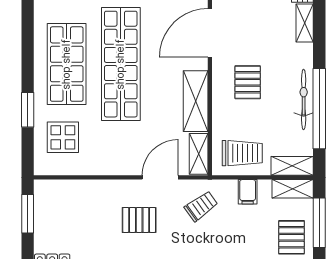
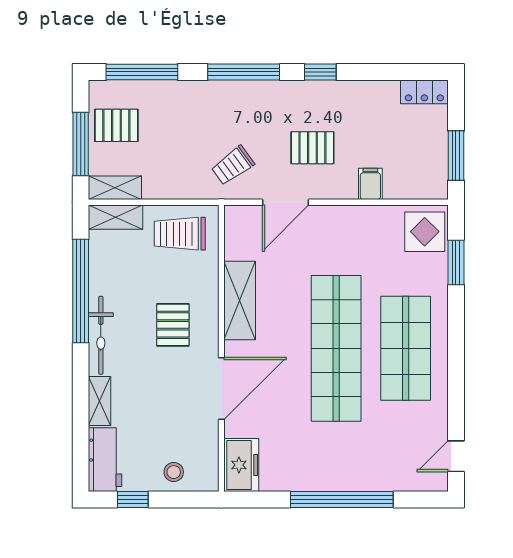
bicycle: (304, 99) -> (101, 335), moved
window: (28, 110) -> (456, 262), moved
display table: (63, 137) -> (425, 232), moved
shelving: (199, 154) -> (236, 233), removed
filing cabinet: (248, 192) -> (370, 184), moved
pallet: (292, 237) -> (116, 125), turned 90

